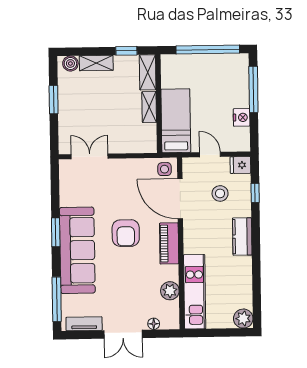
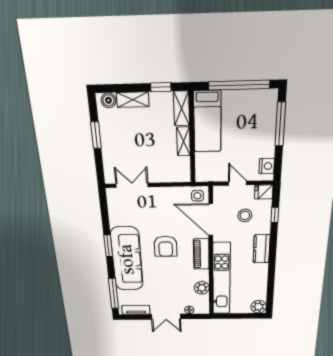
nightstand: (242, 117) -> (267, 166), moved
bed: (176, 121) -> (207, 122), moved, turned 180
kitchen unit: (195, 292) -> (221, 279), width x1.36

